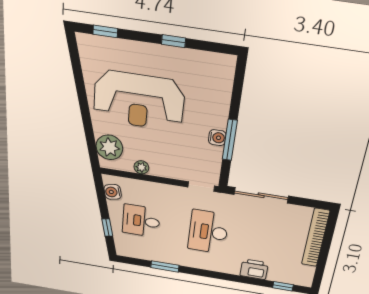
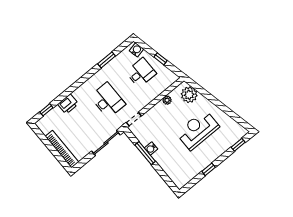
reception desk: (139, 101) -> (198, 130), width x0.74, depth x0.77
water cooler: (113, 192) -> (136, 50), moved
window: (107, 227) -> (161, 59), moved

